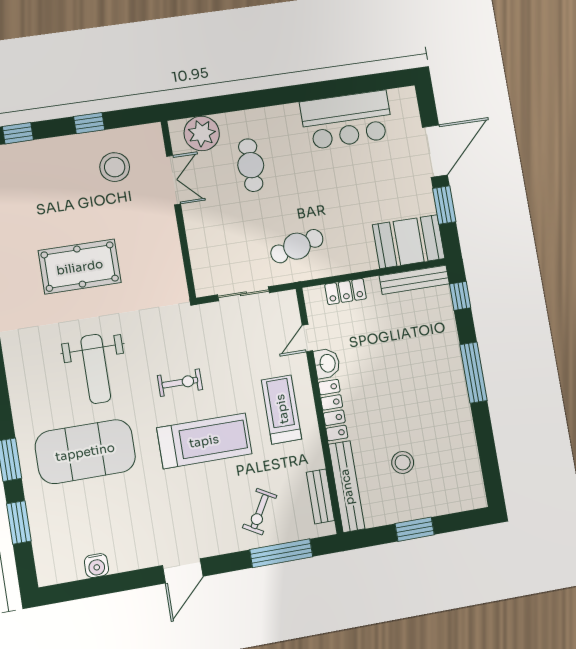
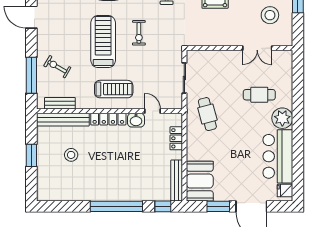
fridge: (400, 100) -> (285, 191), added
plant: (202, 133) -> (282, 118), moved
window: (473, 373) -> (116, 206), width x1.46
treadmill: (204, 441) -> (103, 42), turned 180

